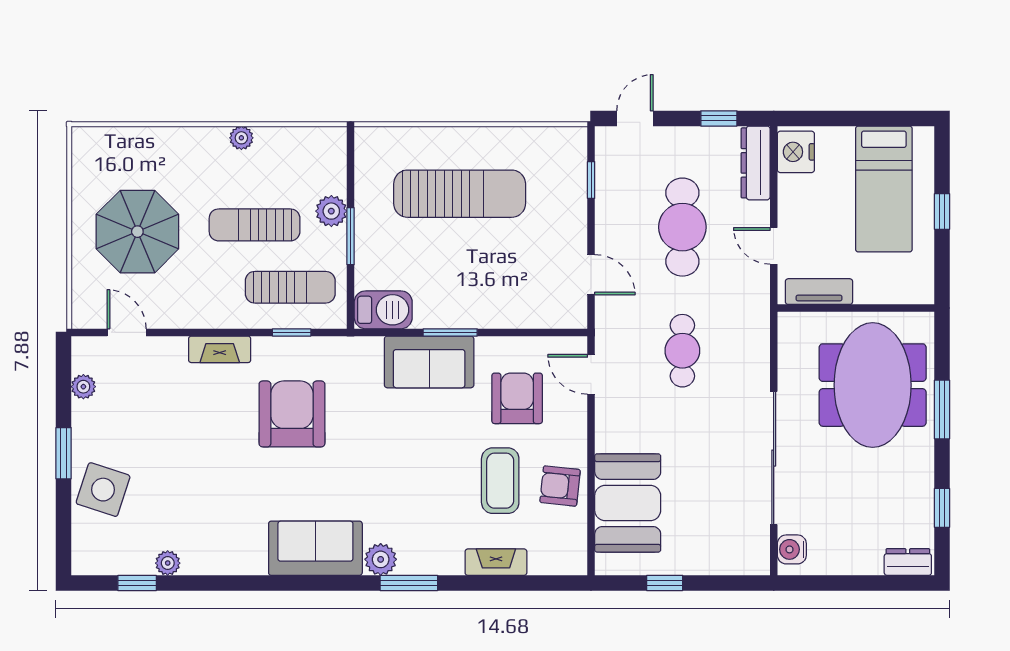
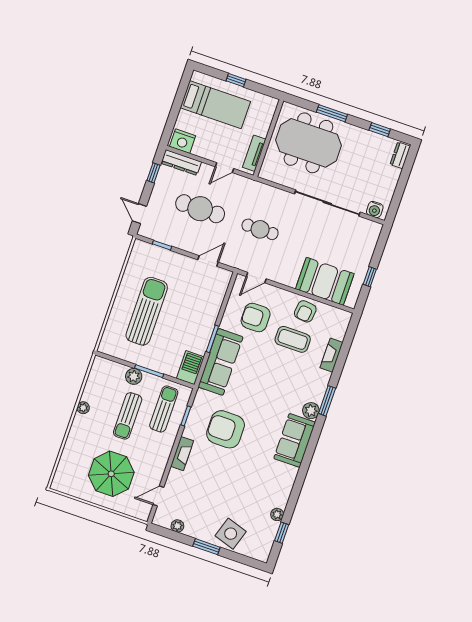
sofa: (429, 362) -> (221, 362), width x1.36

